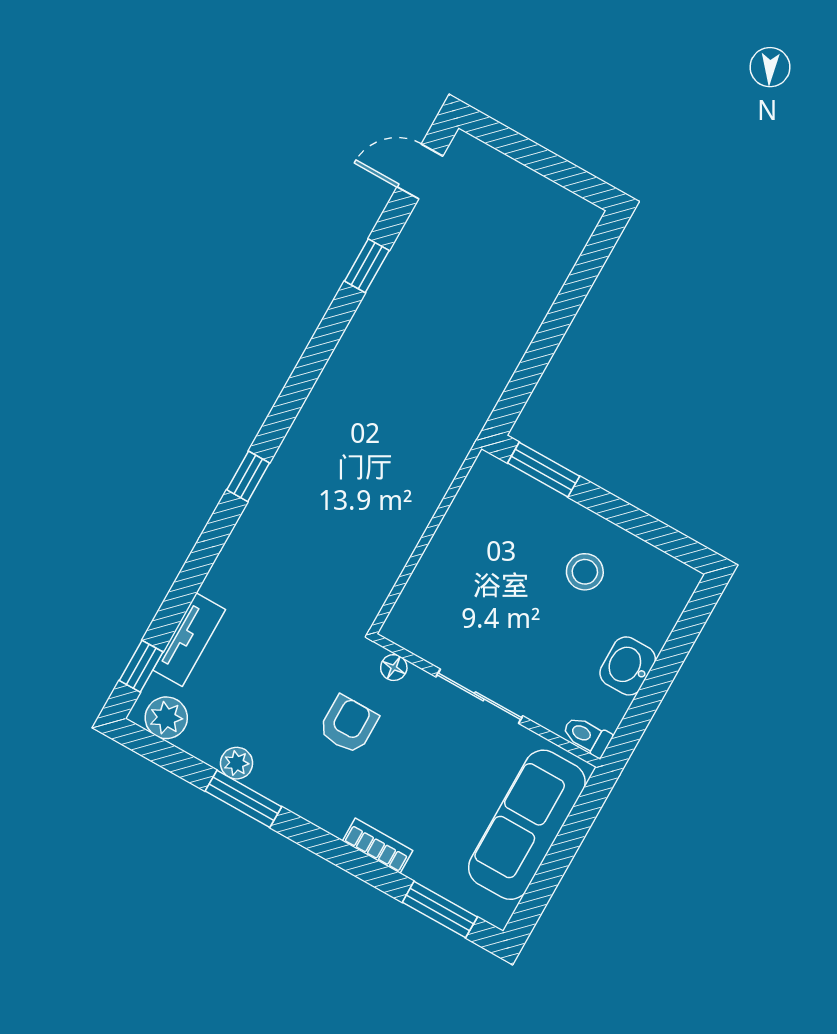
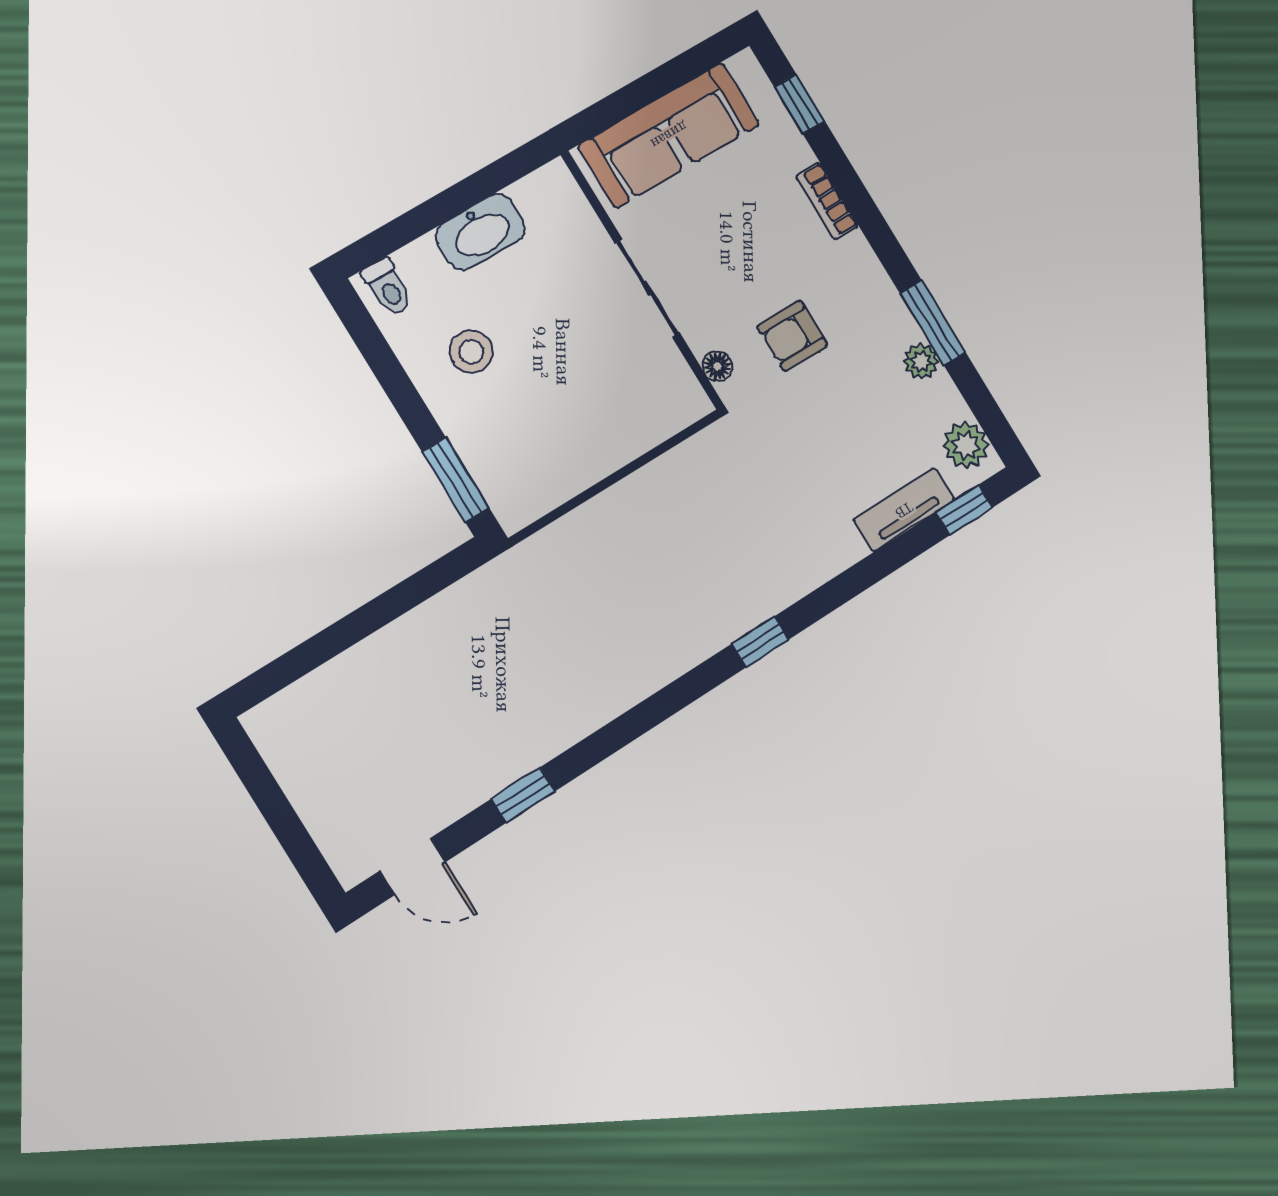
washbasin: (628, 666) -> (480, 232), width x1.38
toilet: (587, 736) -> (388, 287), moved
window: (440, 910) -> (800, 104), width x0.67

